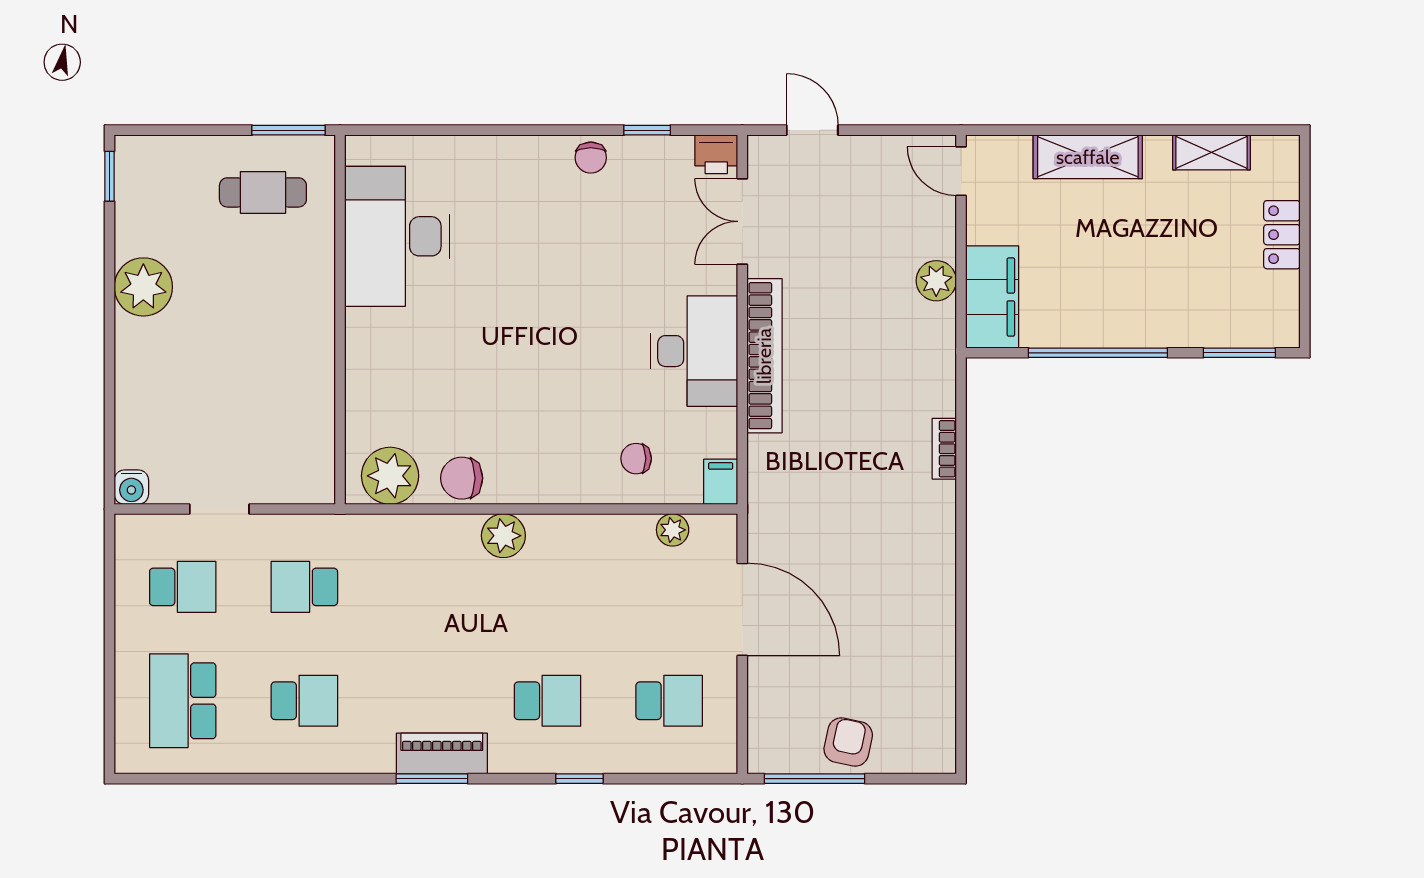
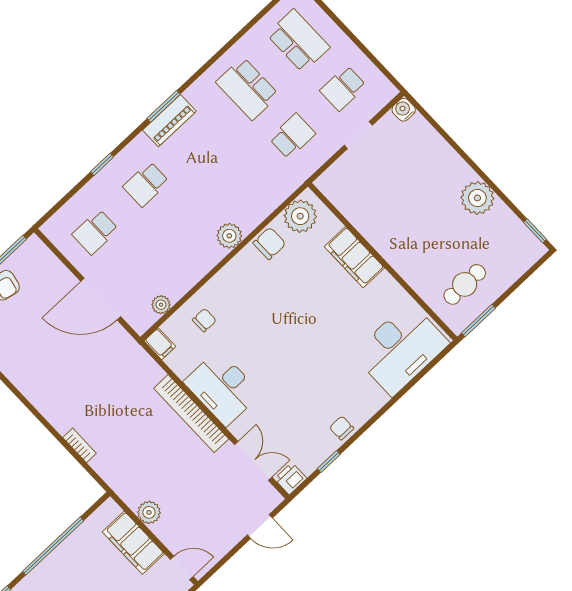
desk: (397, 236) -> (401, 349), moved, turned 90
filing cabinet: (992, 297) -> (133, 543), moved
filing cabinet: (370, 359) -> (354, 257), added
school desk: (304, 701) -> (247, 89), width x1.85

